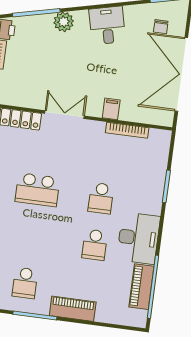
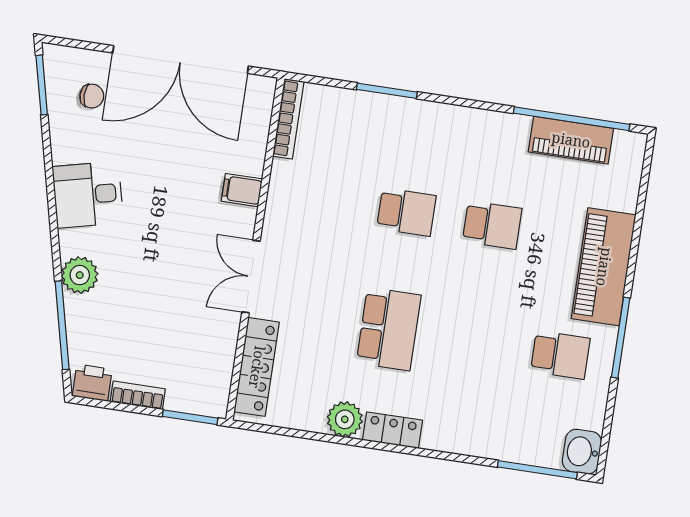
bookcase: (127, 130) -> (288, 119), moved
desk: (138, 238) -> (481, 144), removed
piano: (73, 309) -> (604, 267), width x1.37, depth x1.33

